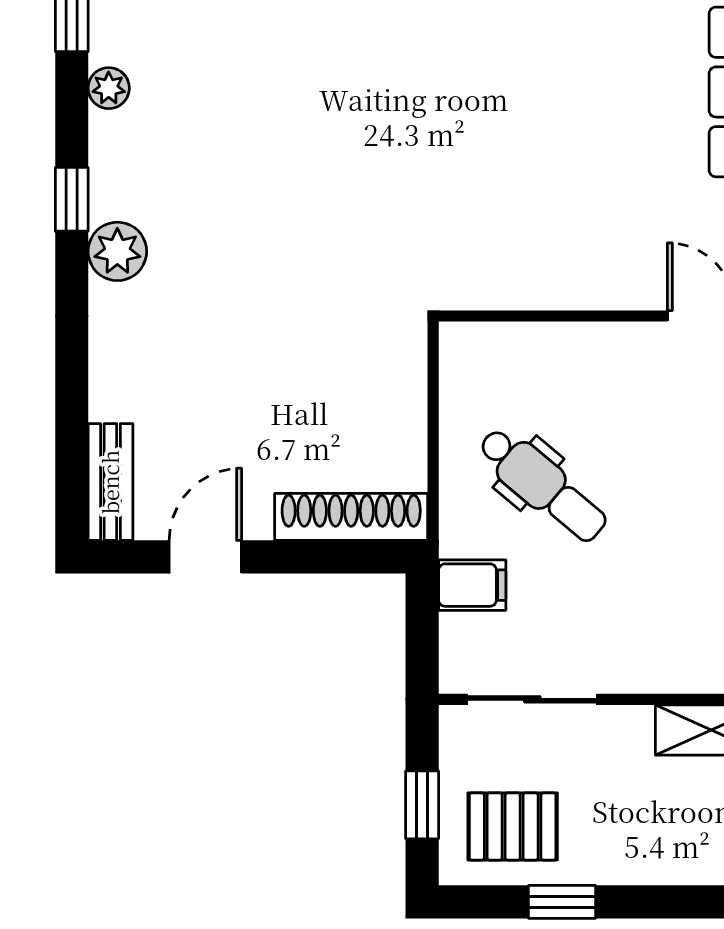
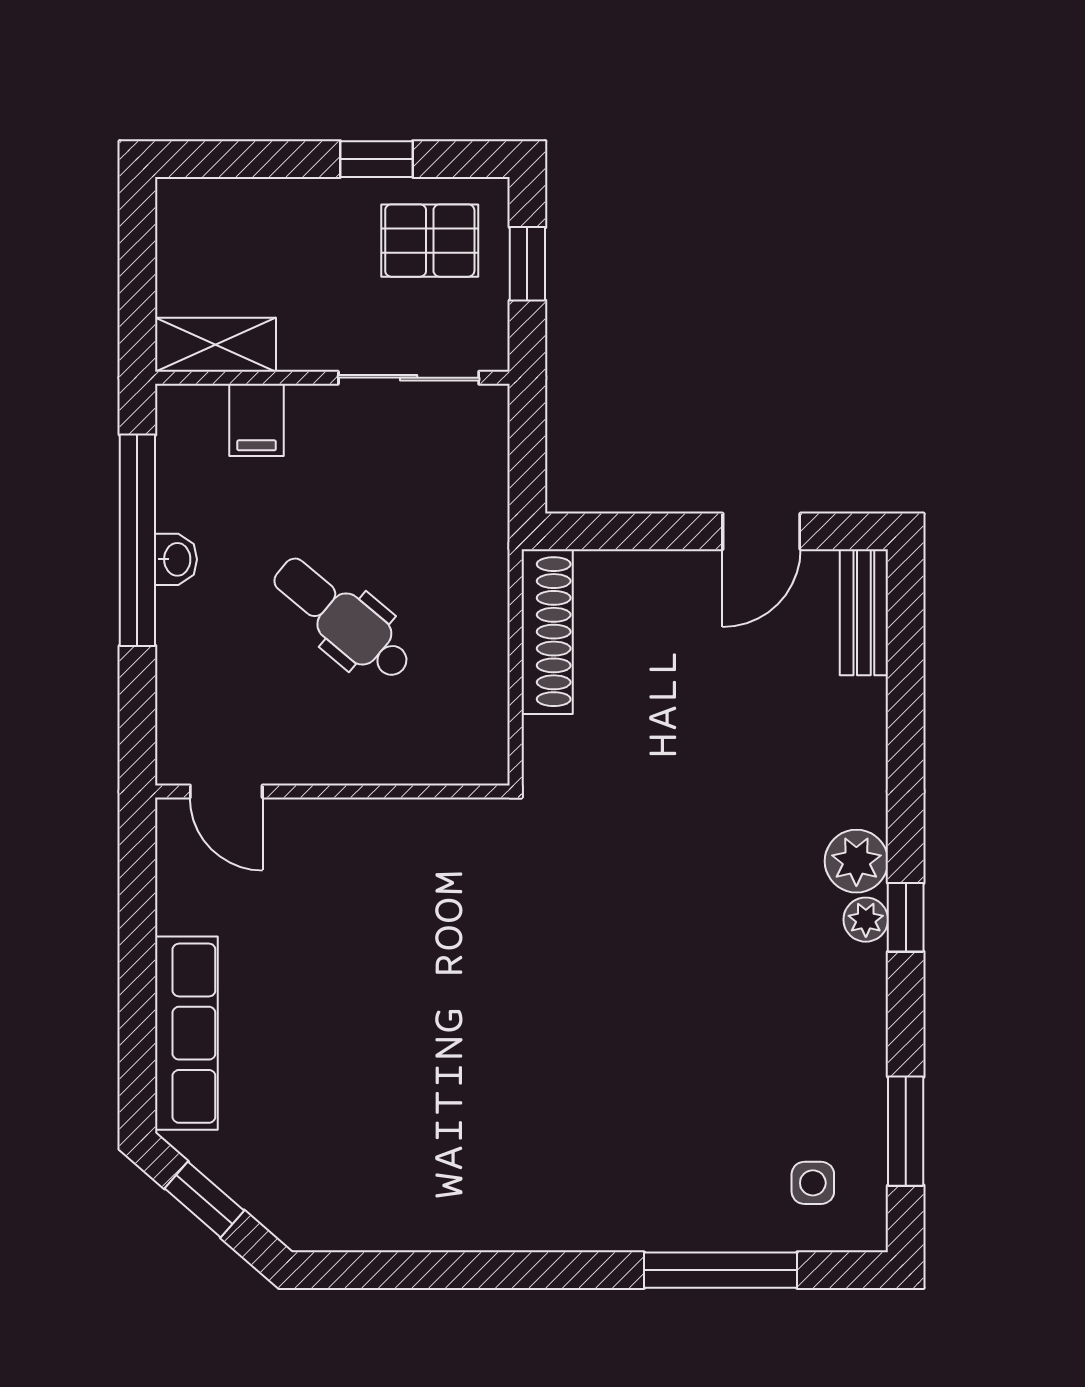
plant: (109, 88) -> (866, 920), moved
dental chair: (542, 485) -> (342, 619), moved
shoe rack: (351, 517) -> (547, 632), moved, turned -90
filing cabinet: (472, 585) -> (257, 420), moved, turned -90

